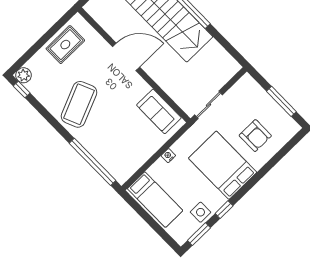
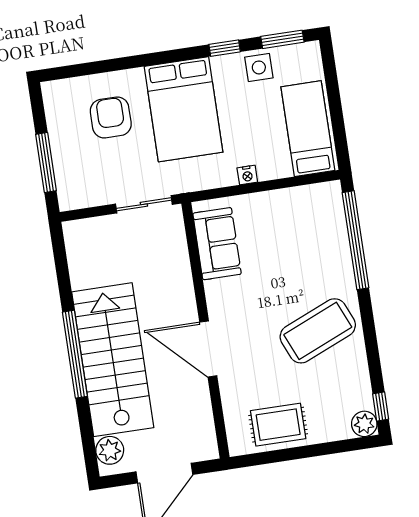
window: (281, 101) -> (46, 163), moved

